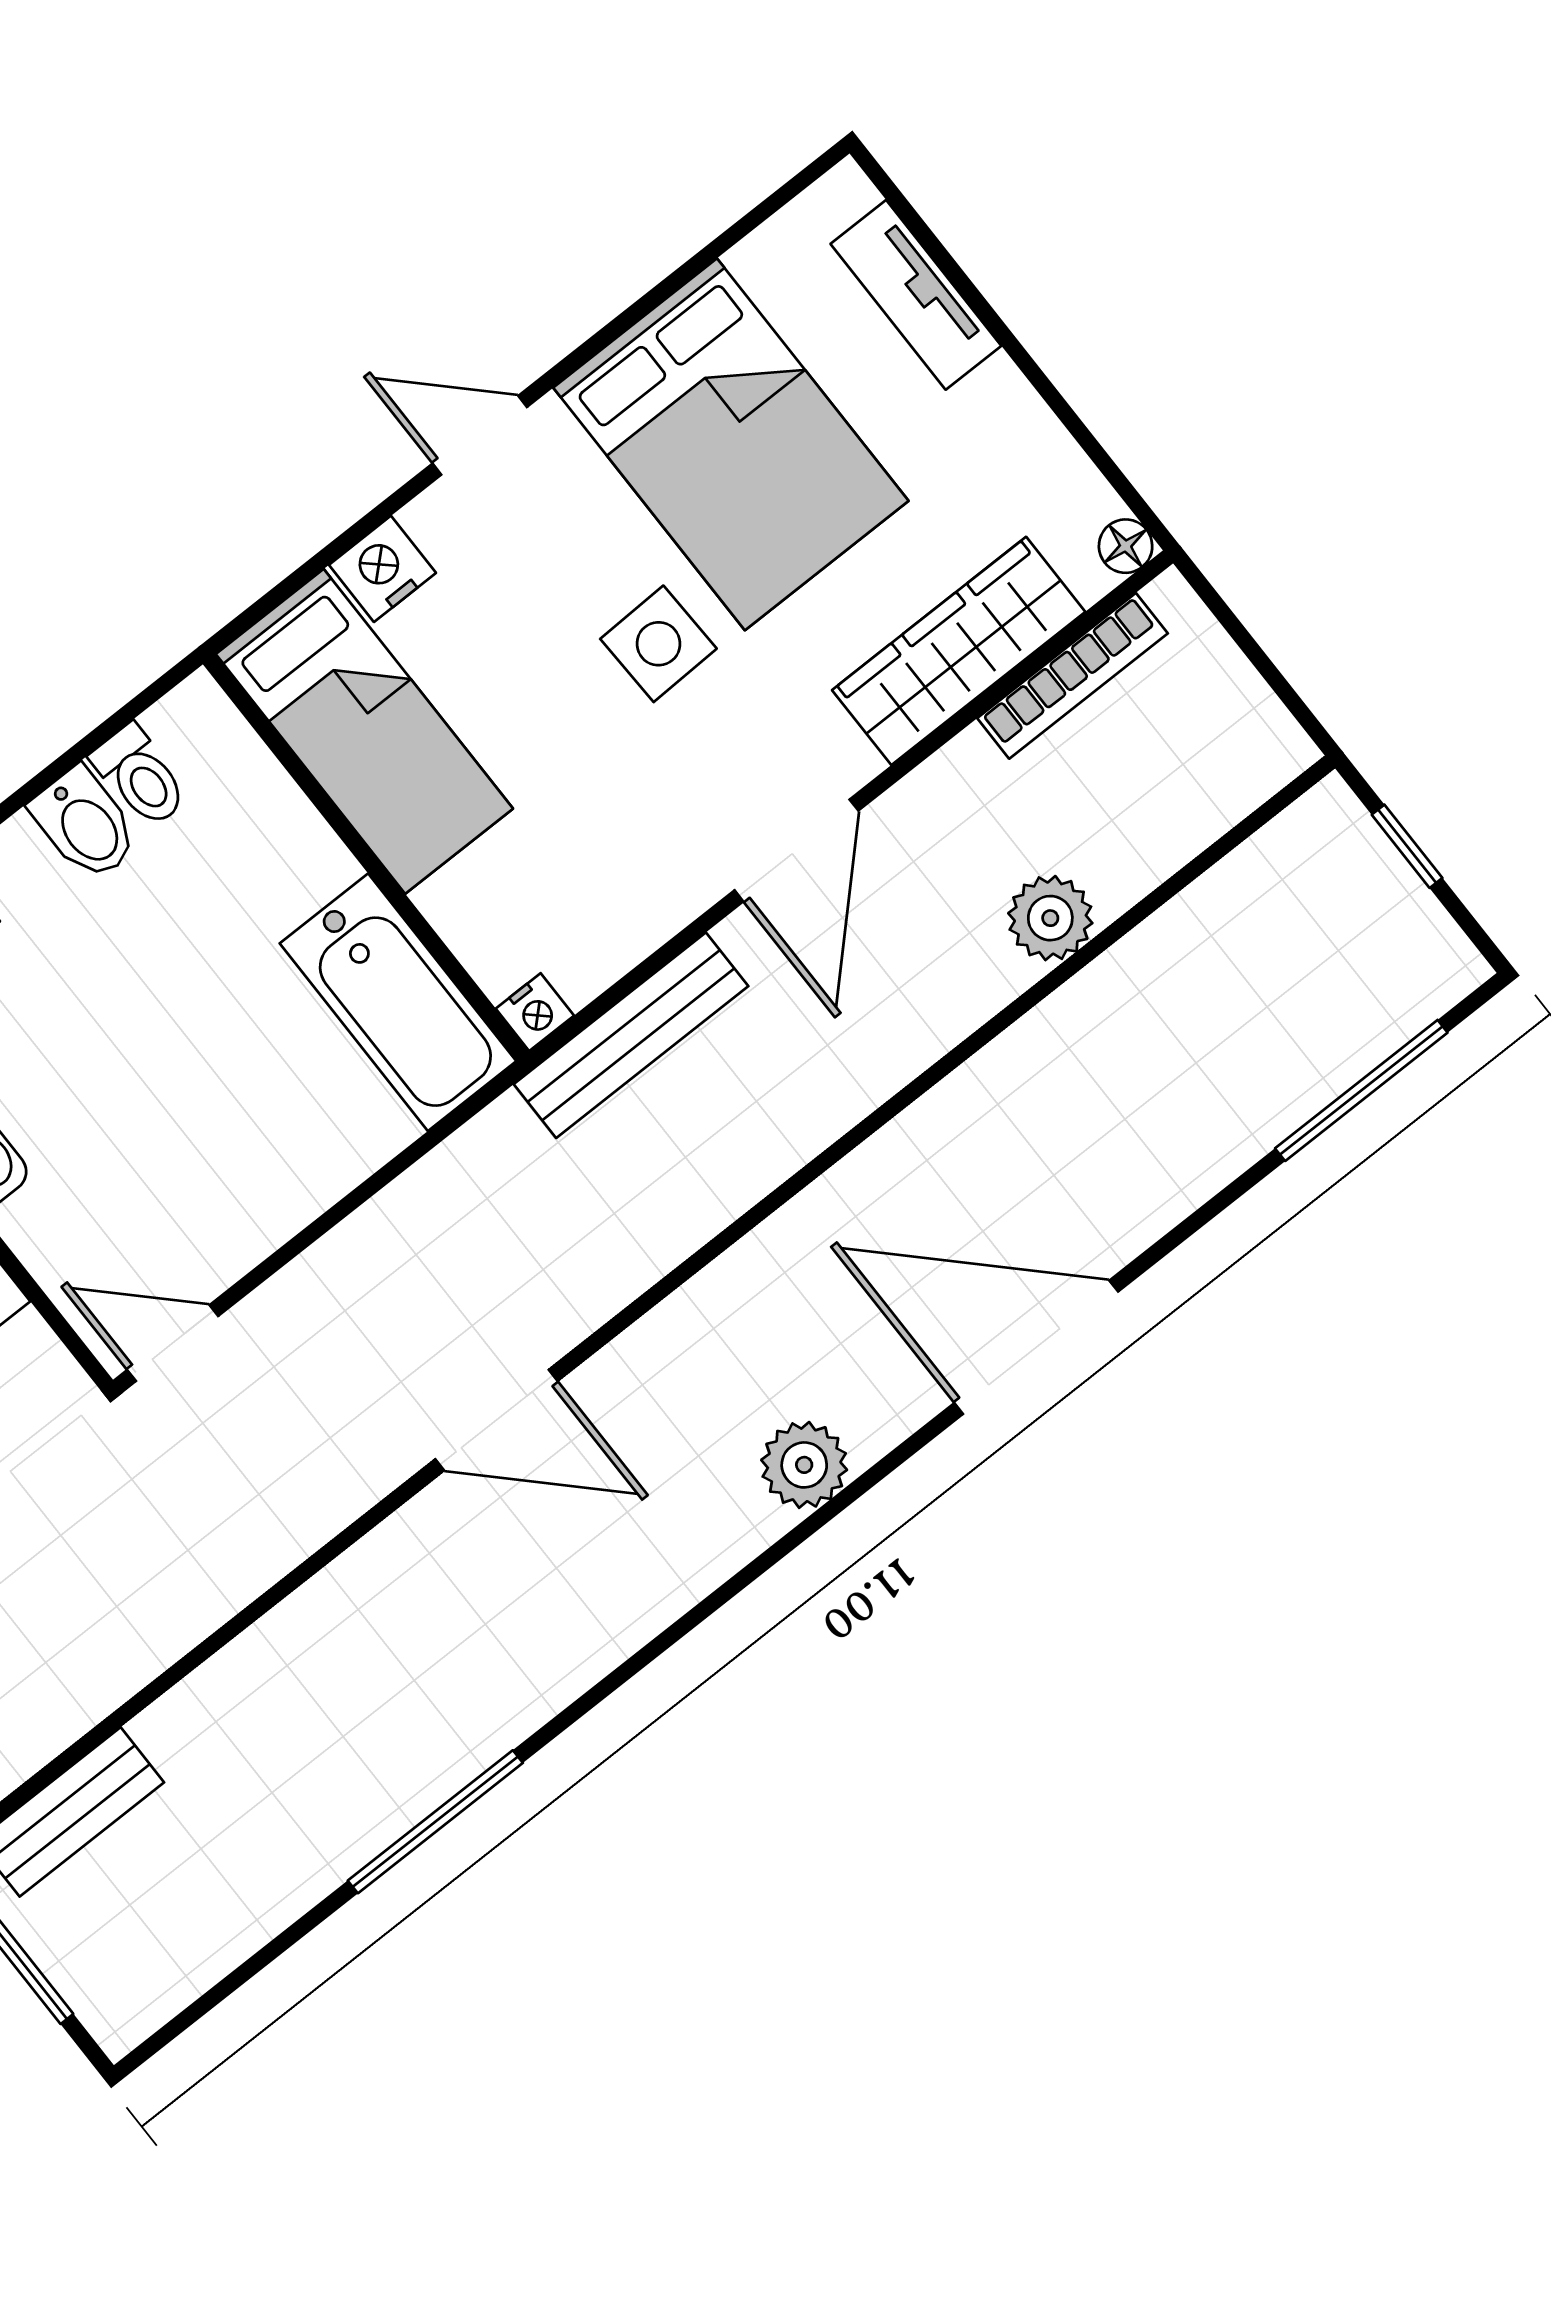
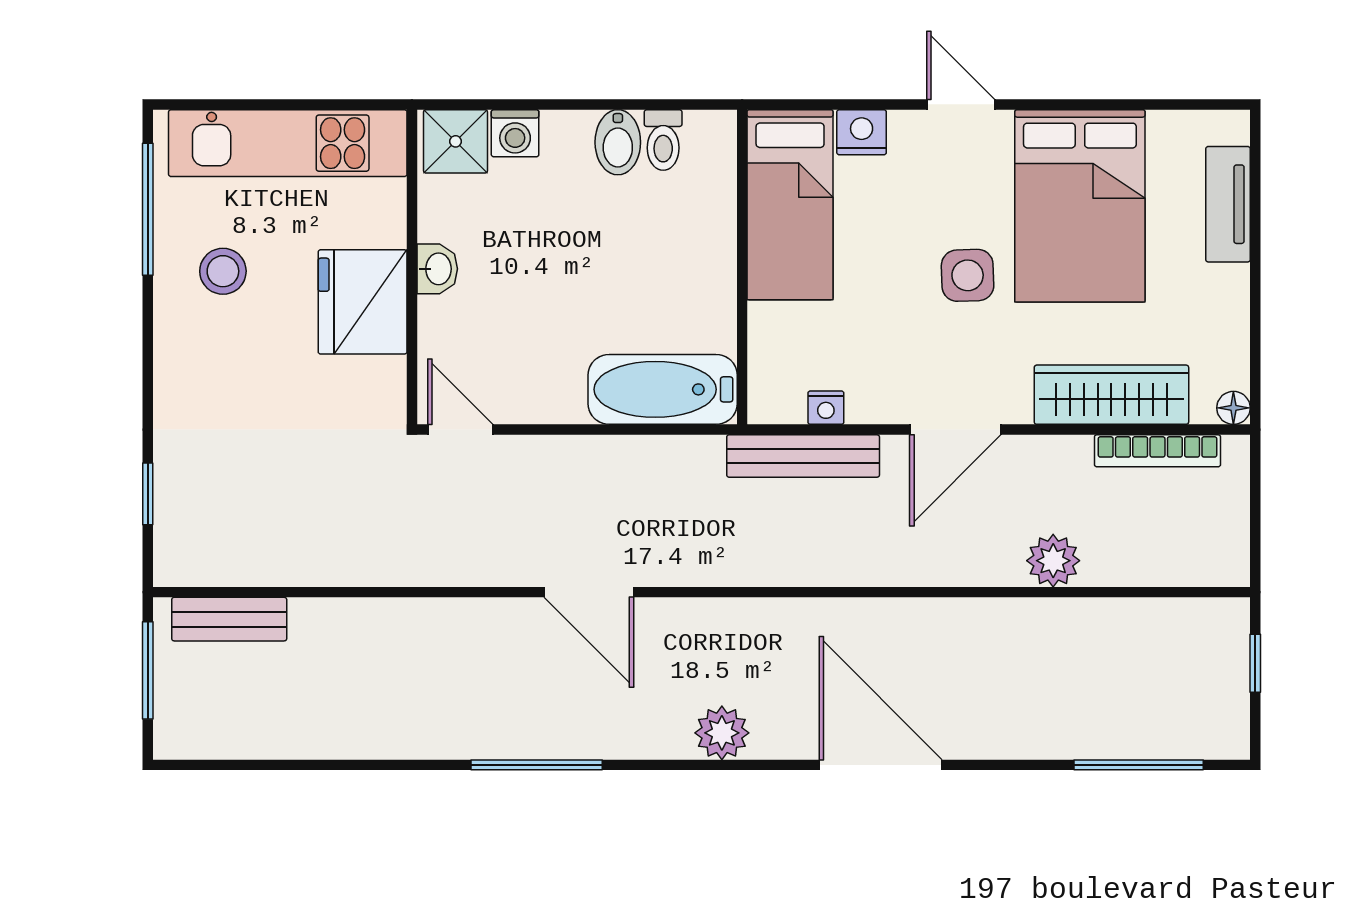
bathtub: (398, 1002) -> (663, 389), moved, turned 90
nightstand: (535, 1012) -> (826, 408), moved
window: (435, 1822) -> (537, 765), moved

